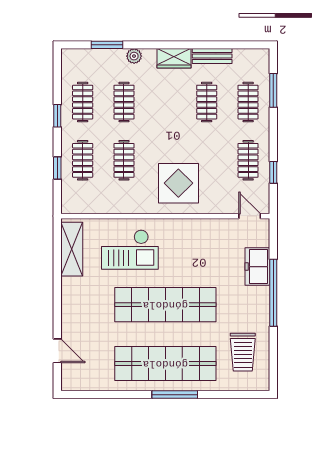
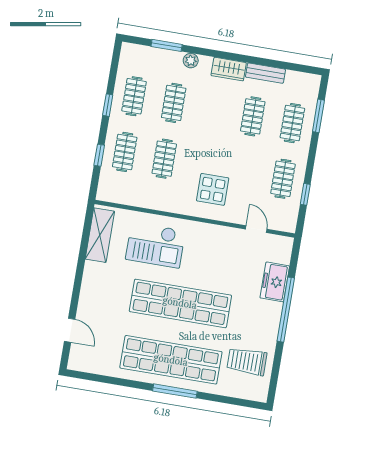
display table: (178, 183) -> (213, 189), width x0.73, depth x0.73
door: (250, 216) -> (256, 229), moved
trolley: (243, 352) -> (247, 361), turned 90

